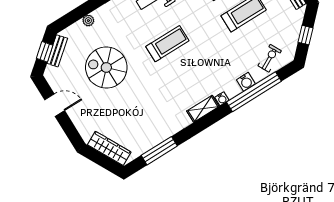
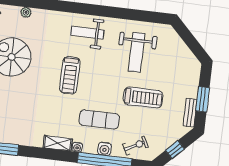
treadmill: (167, 44) -> (70, 75), turned 90
exercise mat: (222, 61) -> (99, 119), added

